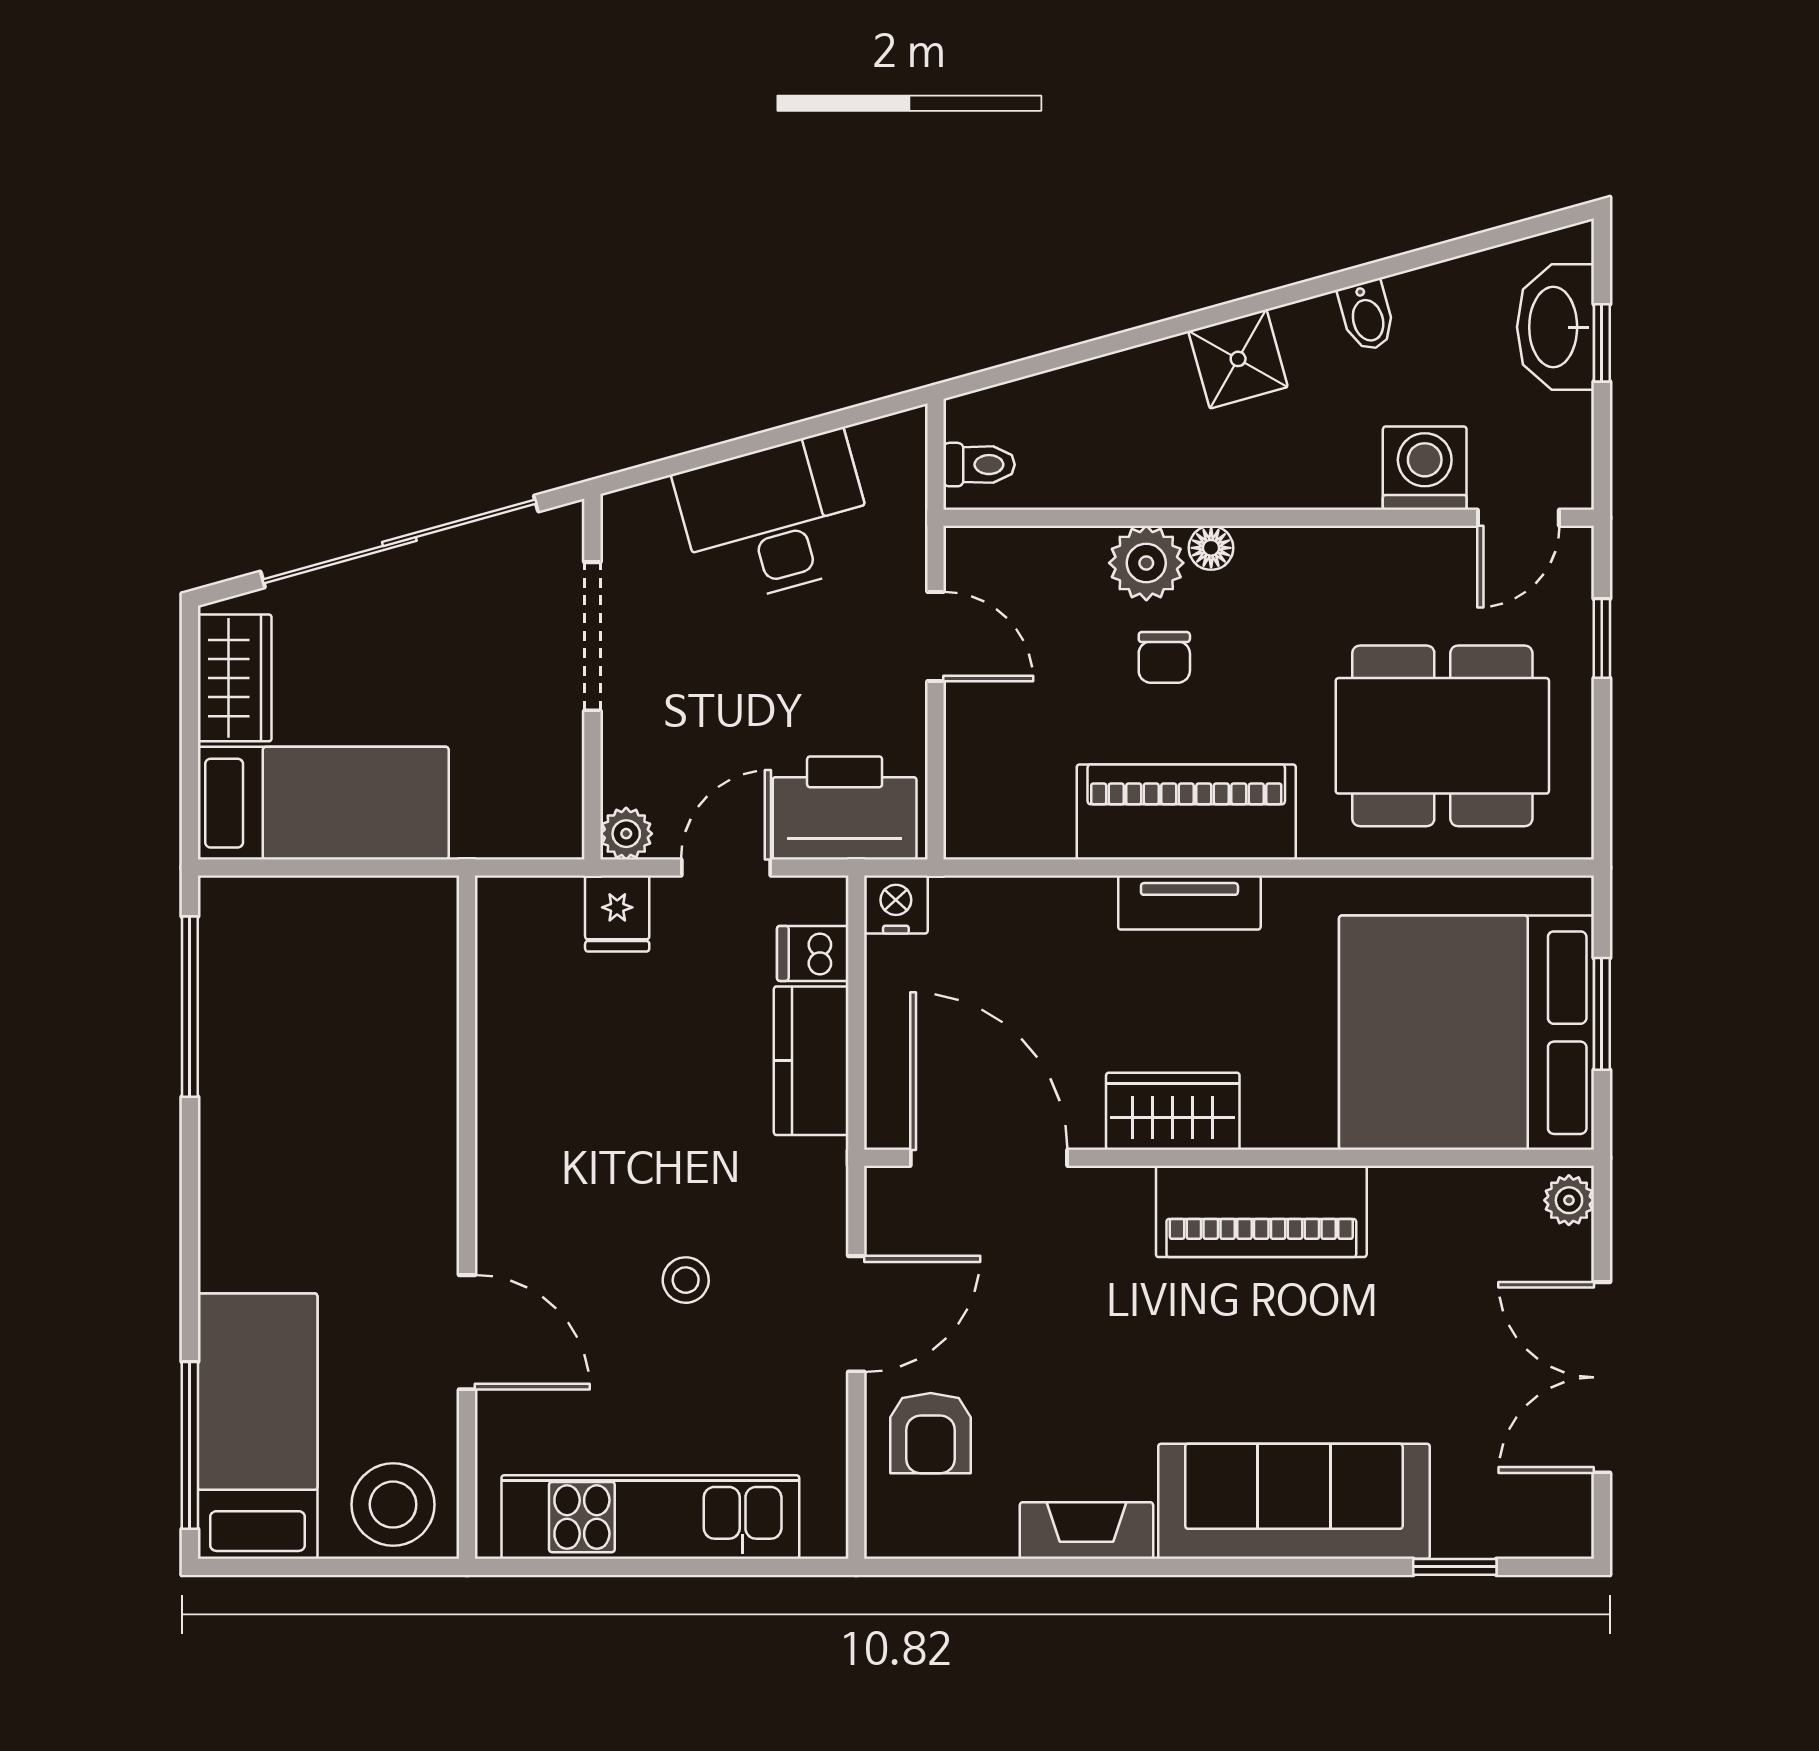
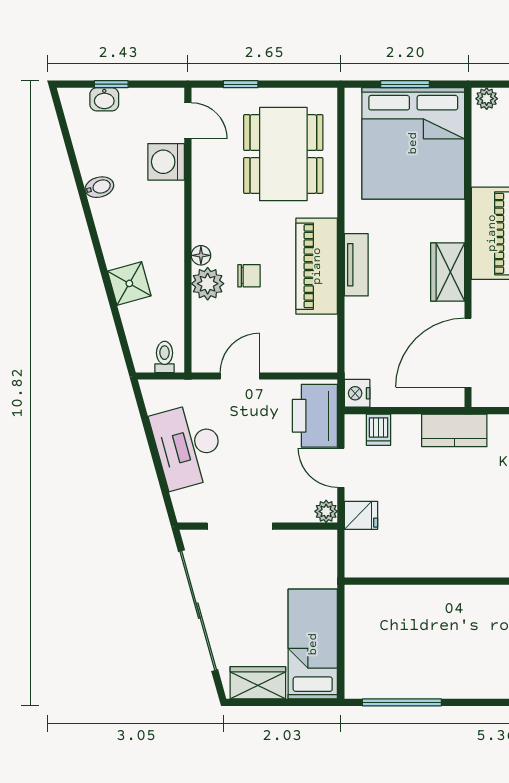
washbasin: (1555, 327) -> (104, 99), width x0.52, depth x0.69
shower: (1238, 359) -> (129, 283), moved
kitchen counter: (811, 1061) -> (454, 430), moved

